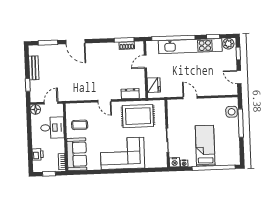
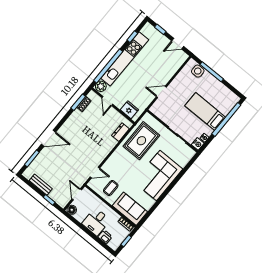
plant: (228, 44) -> (101, 86), moved
door: (105, 101) -> (95, 172), moved
desk: (52, 128) -> (96, 222), moved, turned 180

